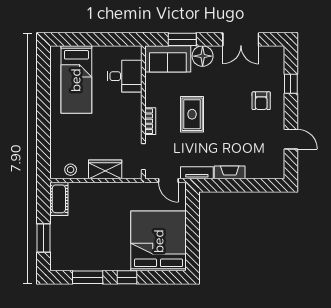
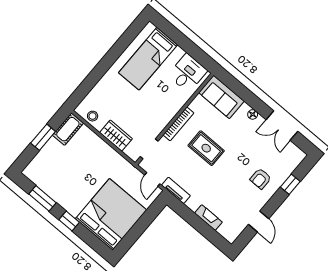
window: (182, 39) -> (242, 92), removed
floor lamp: (203, 56) -> (253, 114), width x0.53, depth x0.53
desk: (125, 76) -> (188, 73), moved, turned -90
rug: (192, 114) -> (206, 148), turned 90
bookcase: (150, 121) -> (178, 124), width x1.56
fireplace: (230, 172) -> (208, 218), moved
window: (43, 238) -> (43, 137), moved

